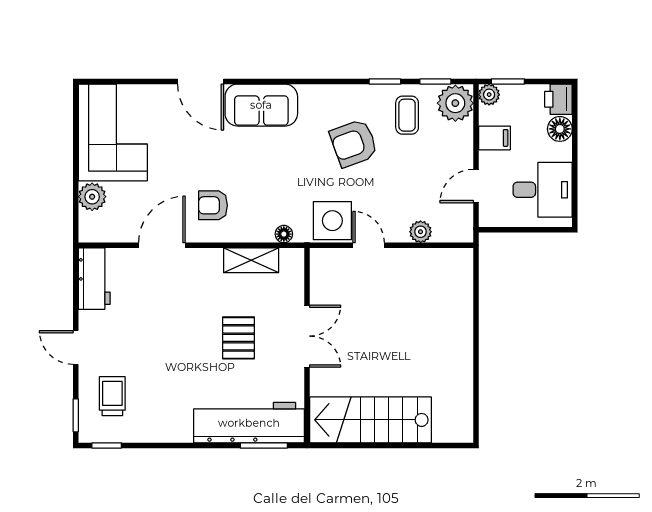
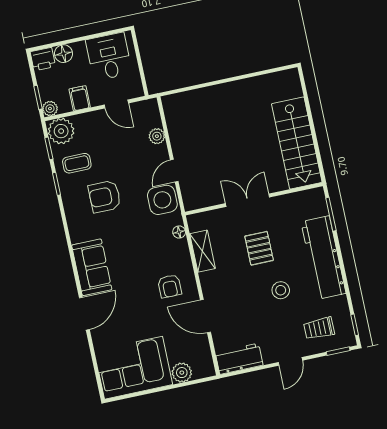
armchair: (354, 143) -> (105, 197), turned 110
pallet: (238, 338) -> (259, 248), turned 90
stool: (175, 355) -> (281, 290), added
workbench: (249, 423) -> (323, 258), moved

